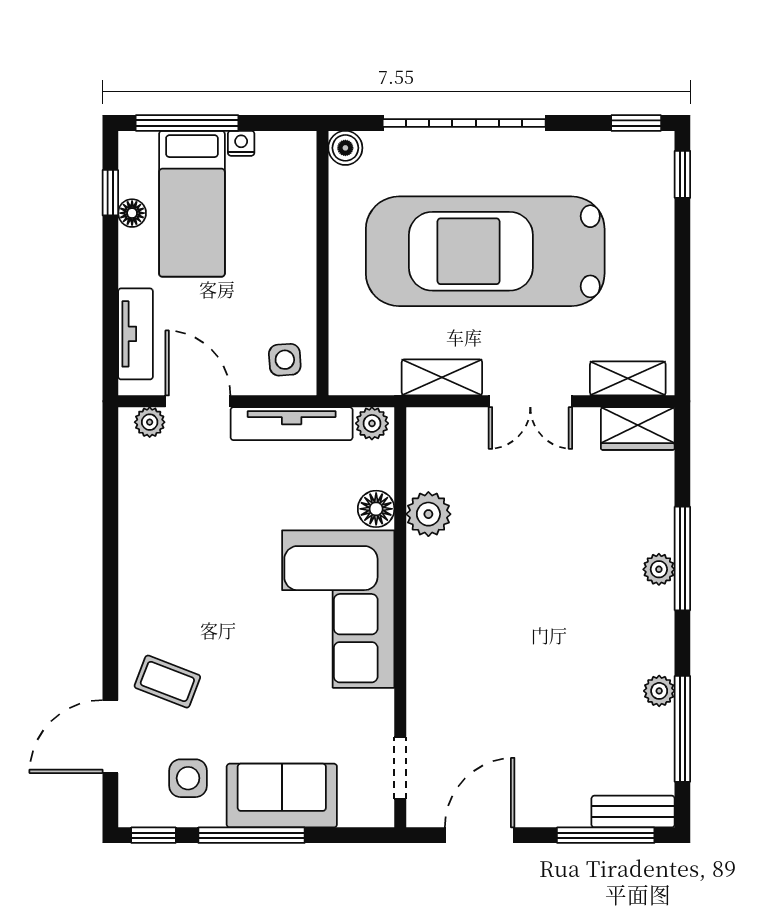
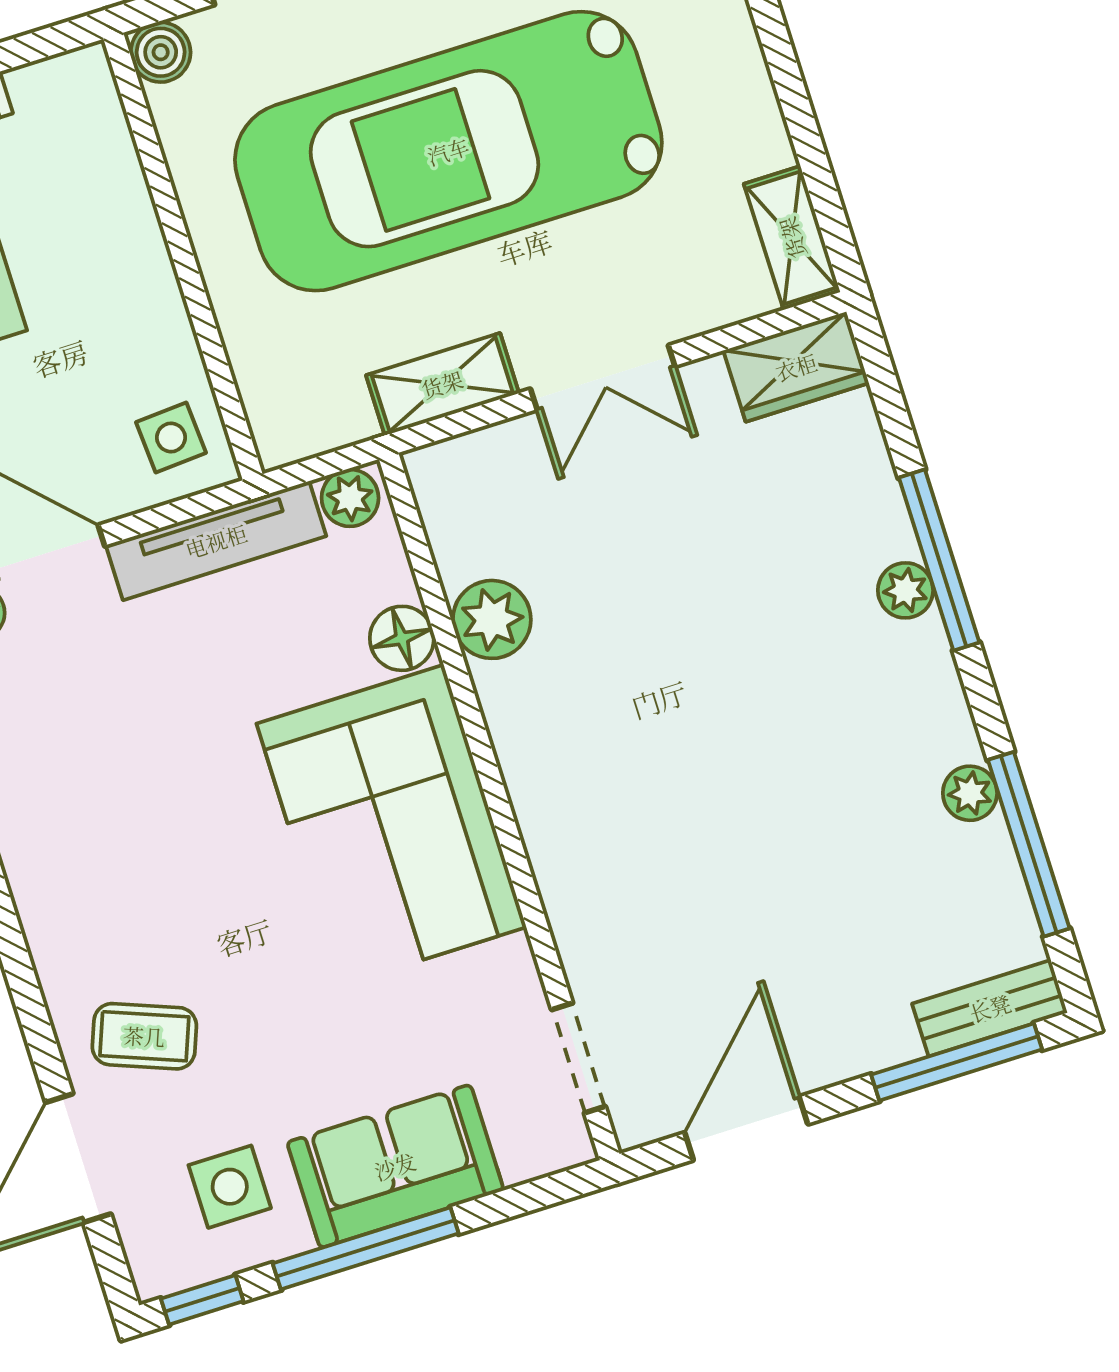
shelving: (628, 378) -> (792, 238), moved, turned 90

